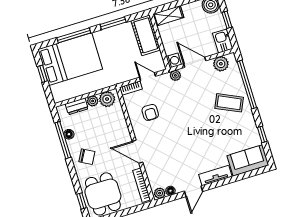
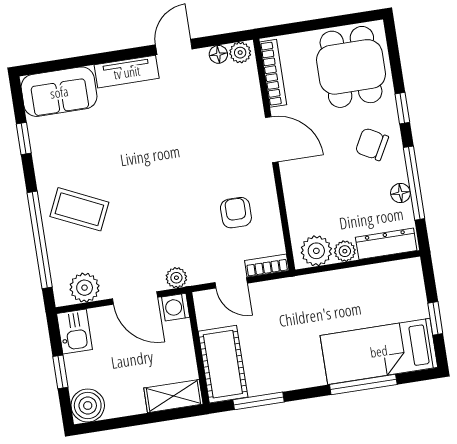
window: (113, 23) -> (259, 401), moved
bed: (70, 59) -> (379, 351), width x0.67
dresser: (77, 106) -> (386, 244), width x1.44
window: (82, 201) -> (402, 108), moved

